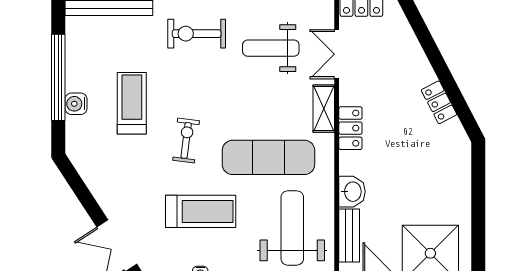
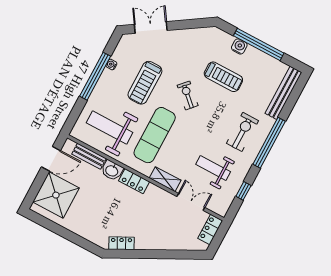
weight bench: (271, 48) -> (213, 168), turned -90
locker: (439, 102) -> (122, 243), moved
locker: (350, 128) -> (134, 181), moved
exercise bike: (186, 140) -> (188, 95), turned -144
weight bench: (292, 228) -> (110, 128), turned 180

